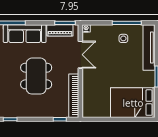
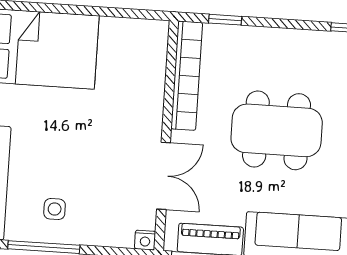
double door: (80, 55) -> (164, 176), swing flipped
dining table: (36, 76) -> (277, 130), turned 90

